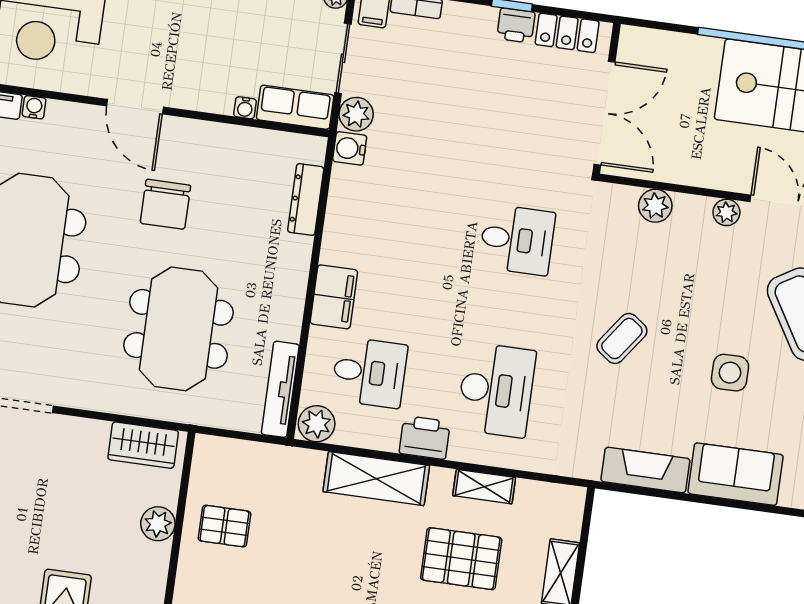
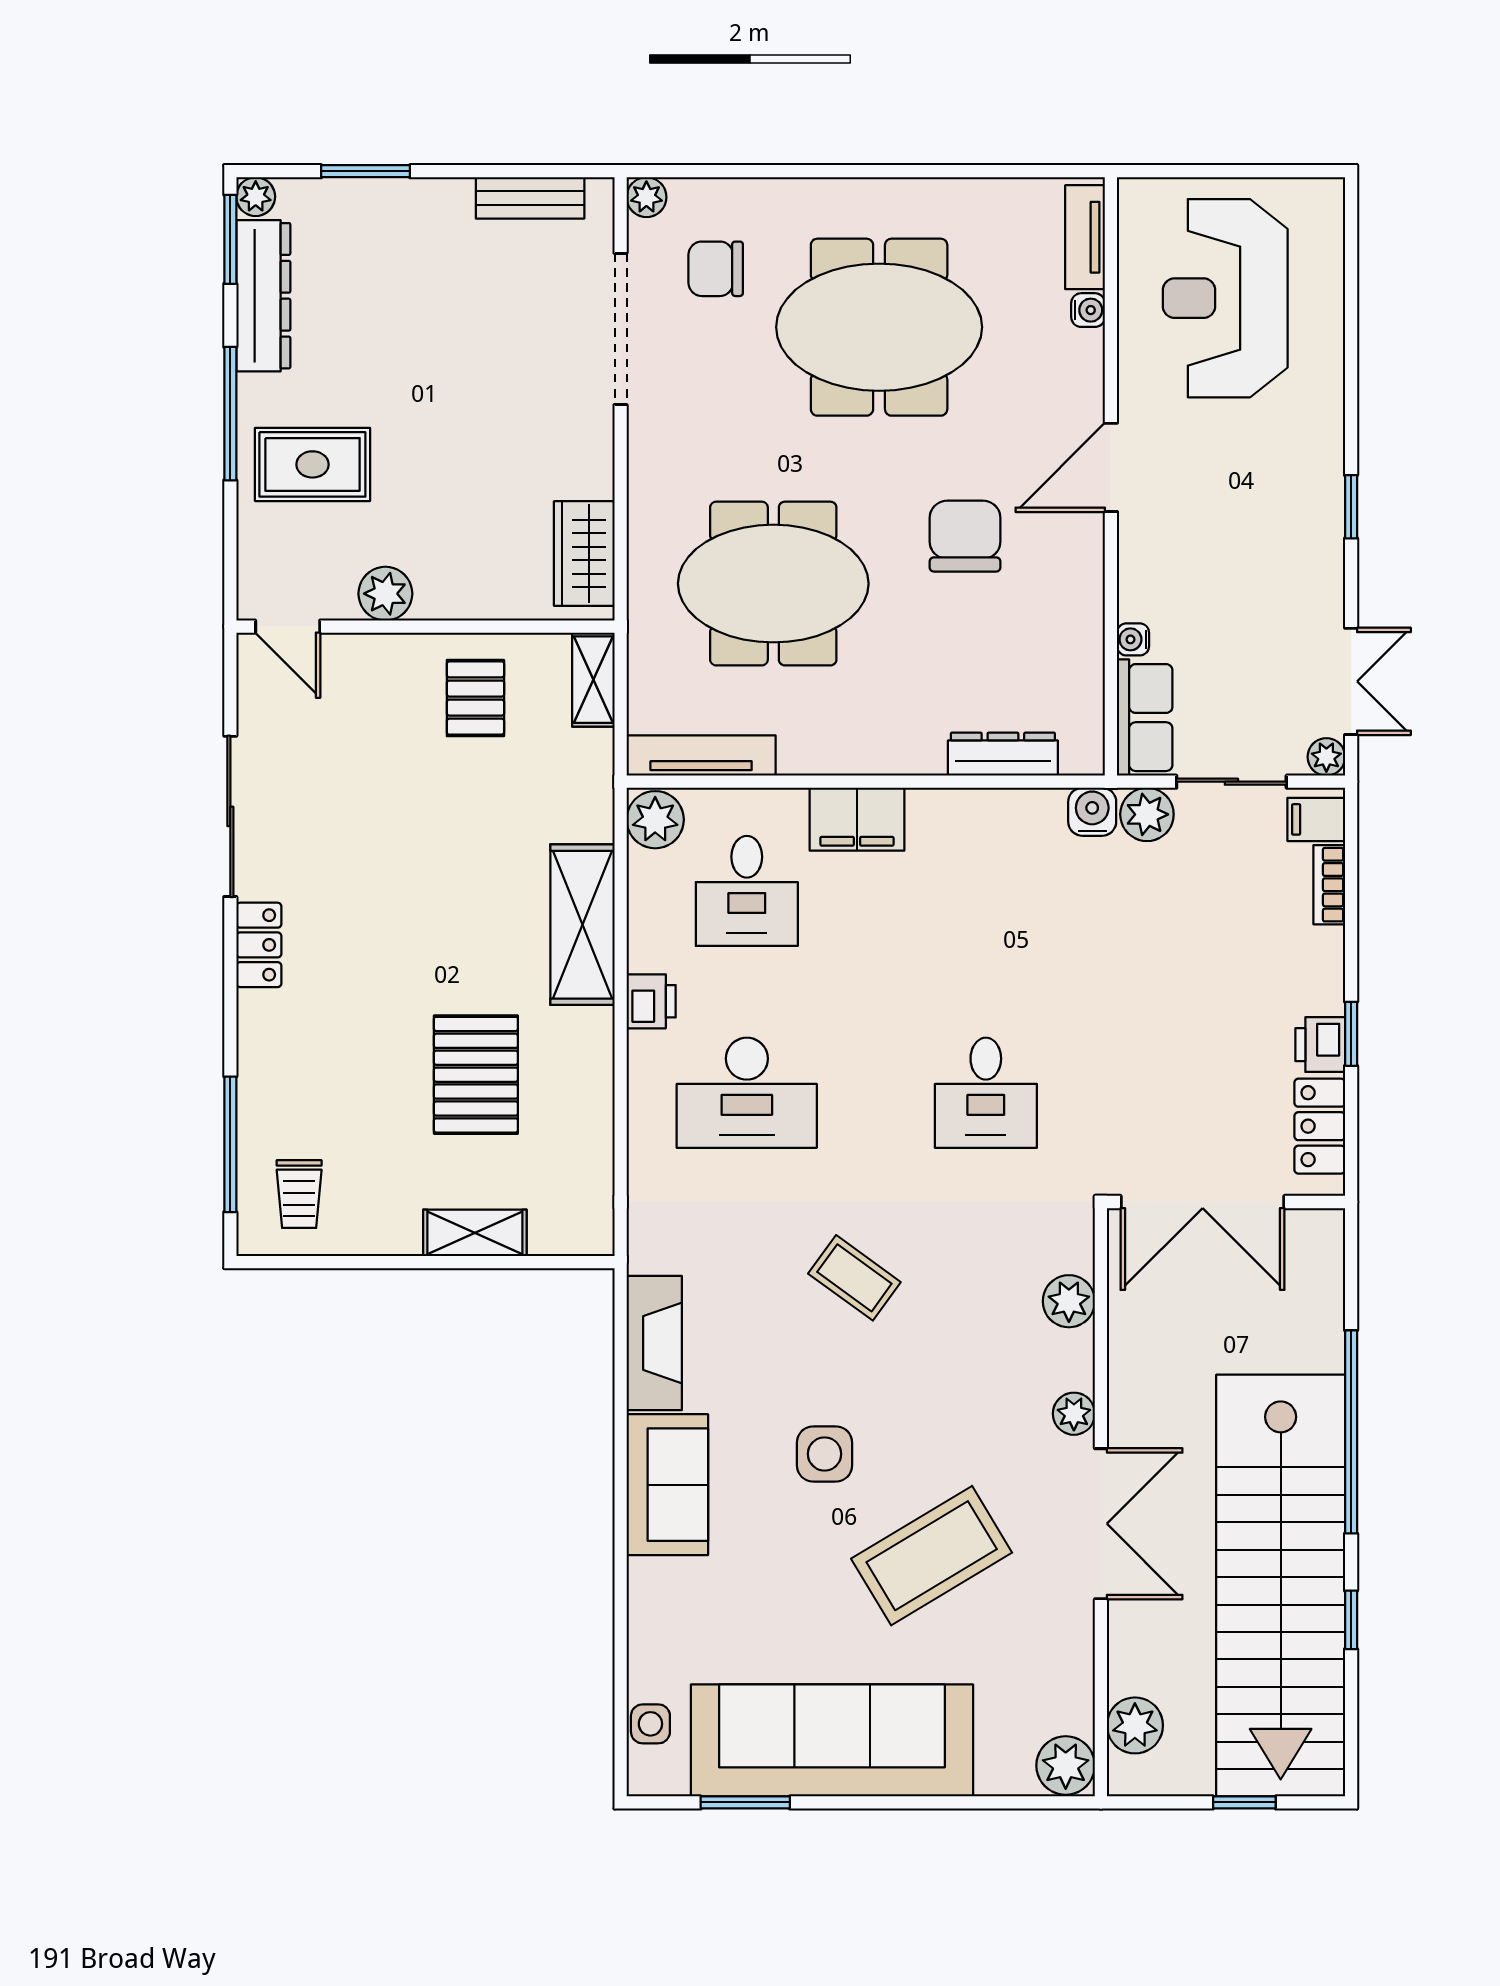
chair: (165, 204) -> (965, 536), turned 90
printer: (425, 438) -> (651, 1001), width x0.73, depth x0.81
shelving: (484, 487) -> (593, 680), moved
plant: (158, 524) -> (385, 594), moved

